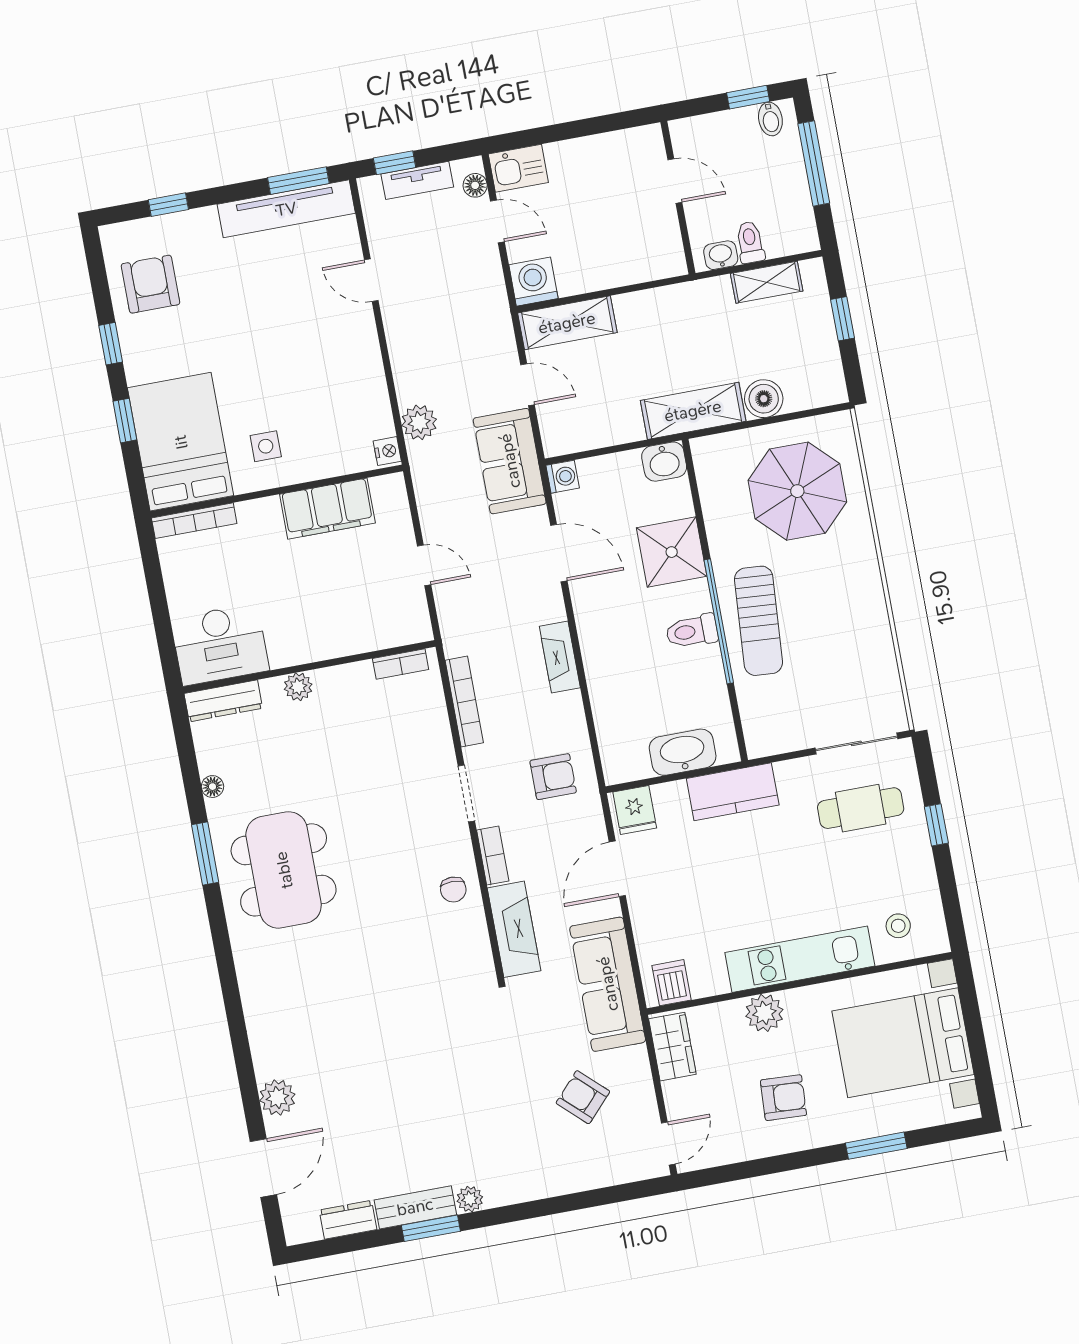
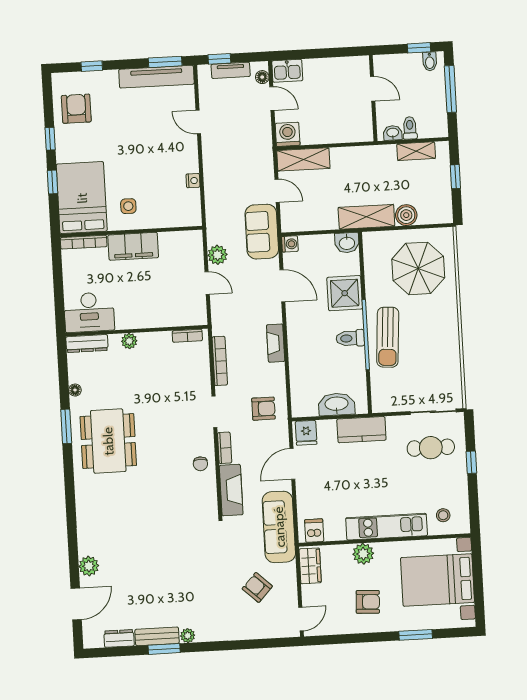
plant: (419, 422) -> (217, 255), moved
nightstand: (387, 451) -> (193, 181), moved
filing cabinet: (327, 509) -> (133, 246), moved

